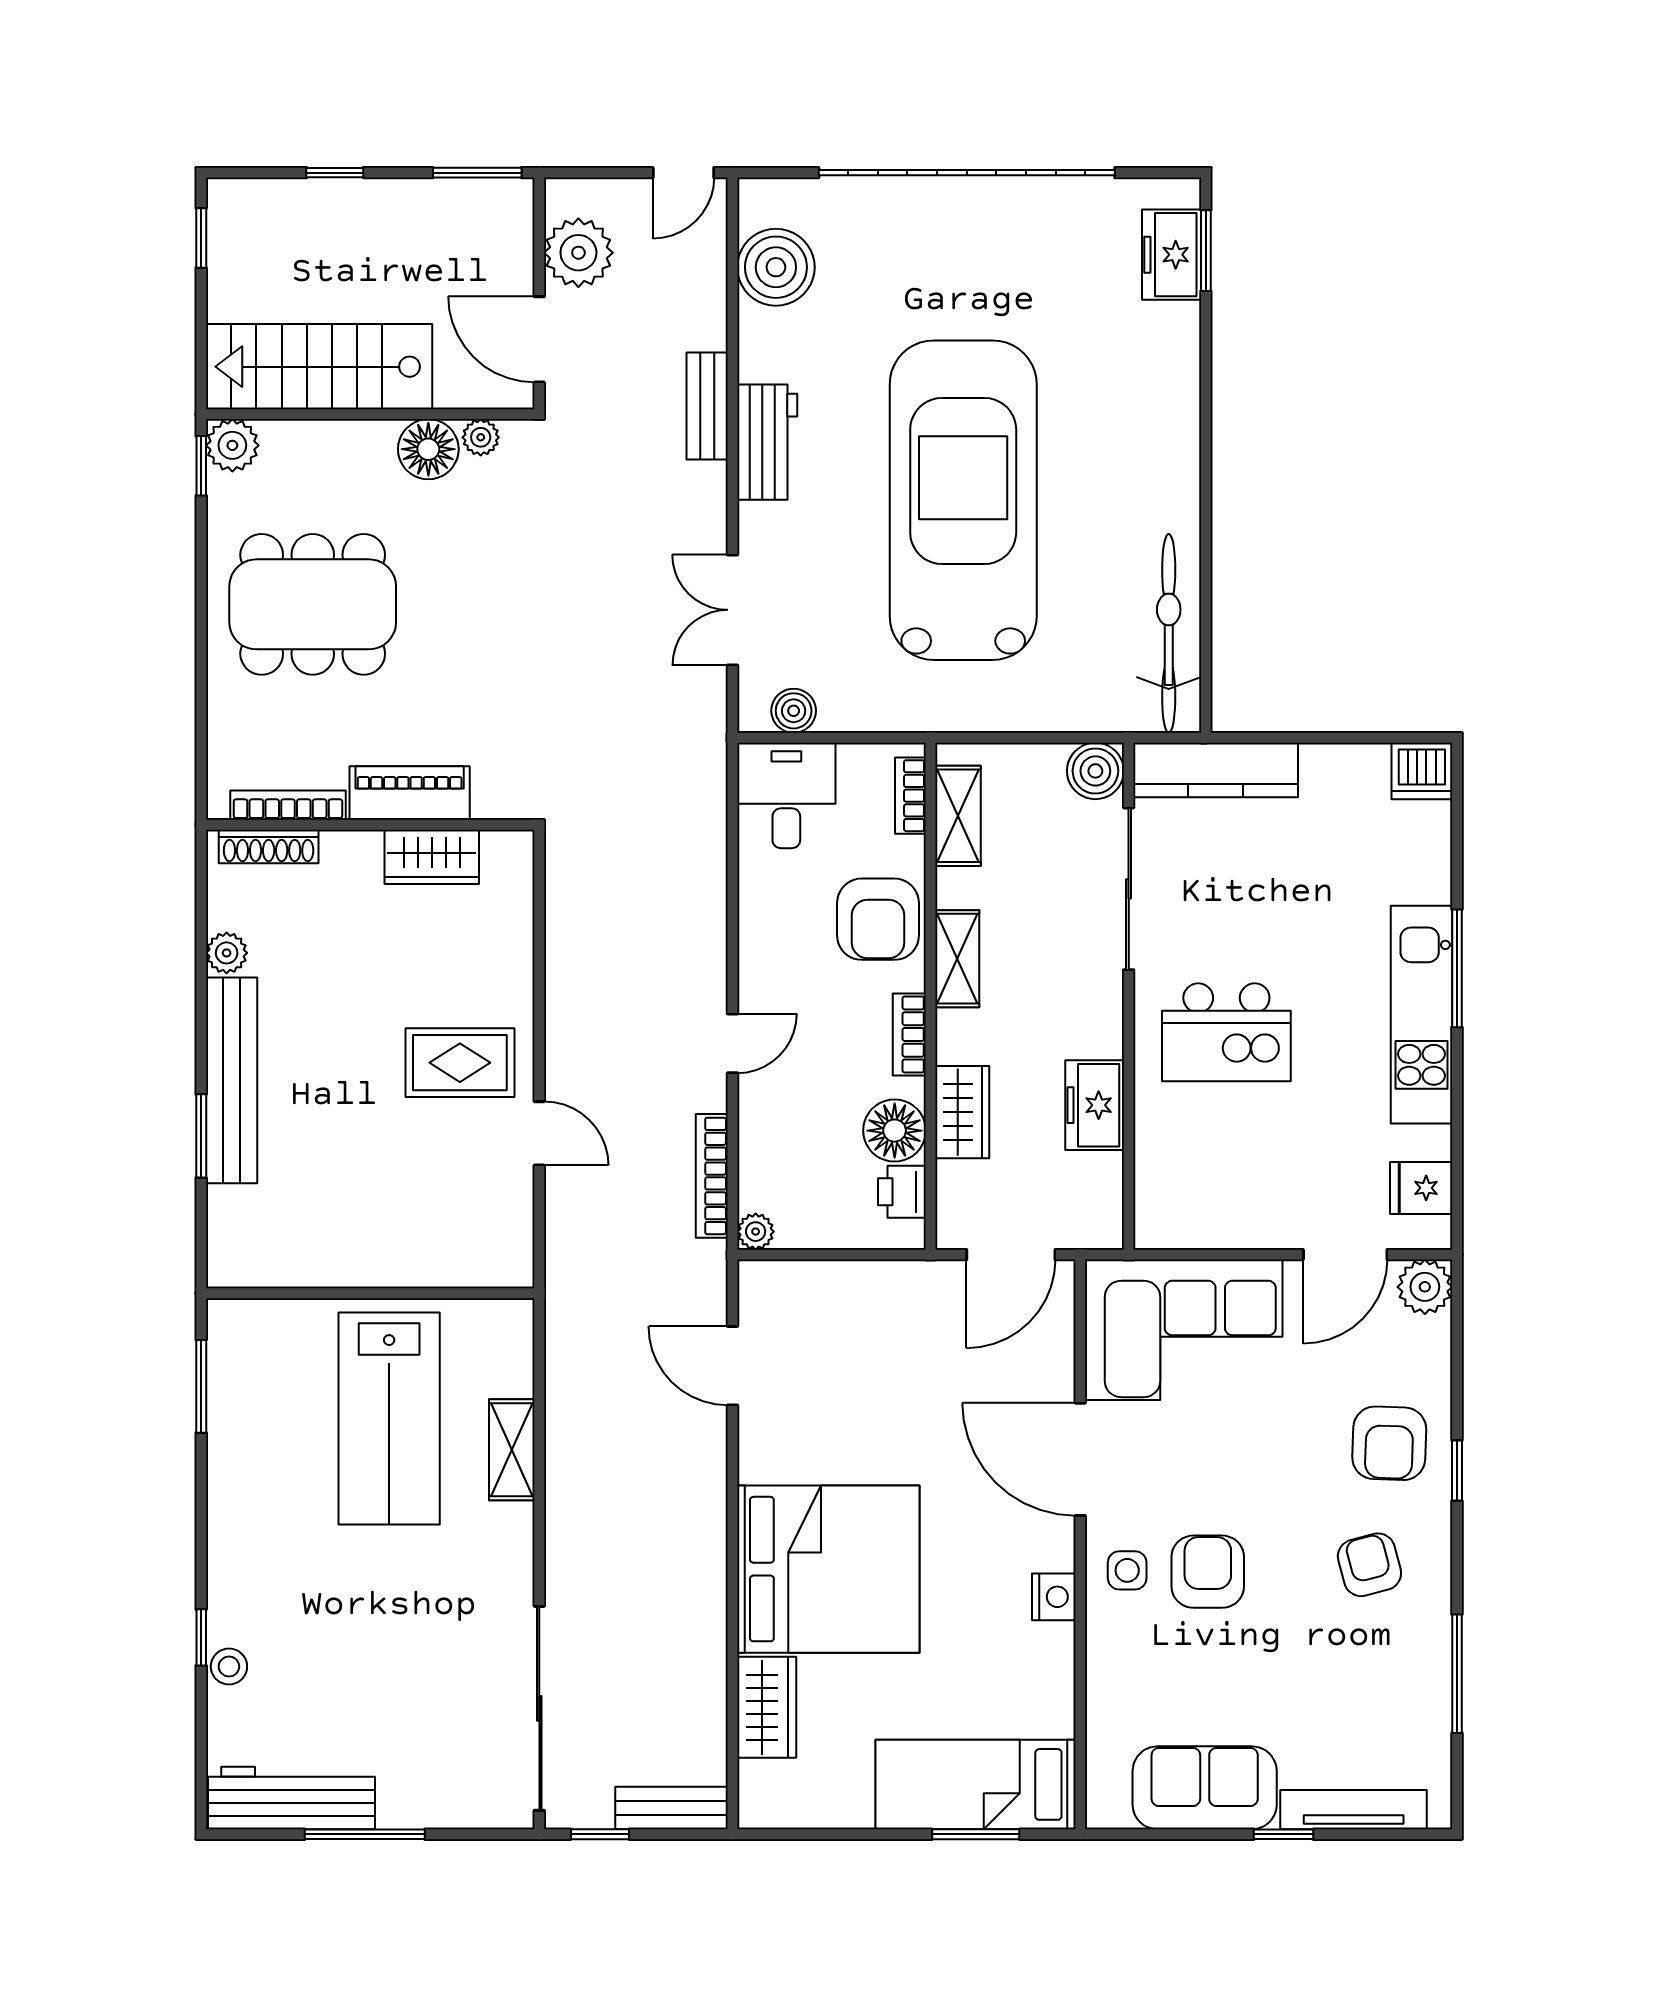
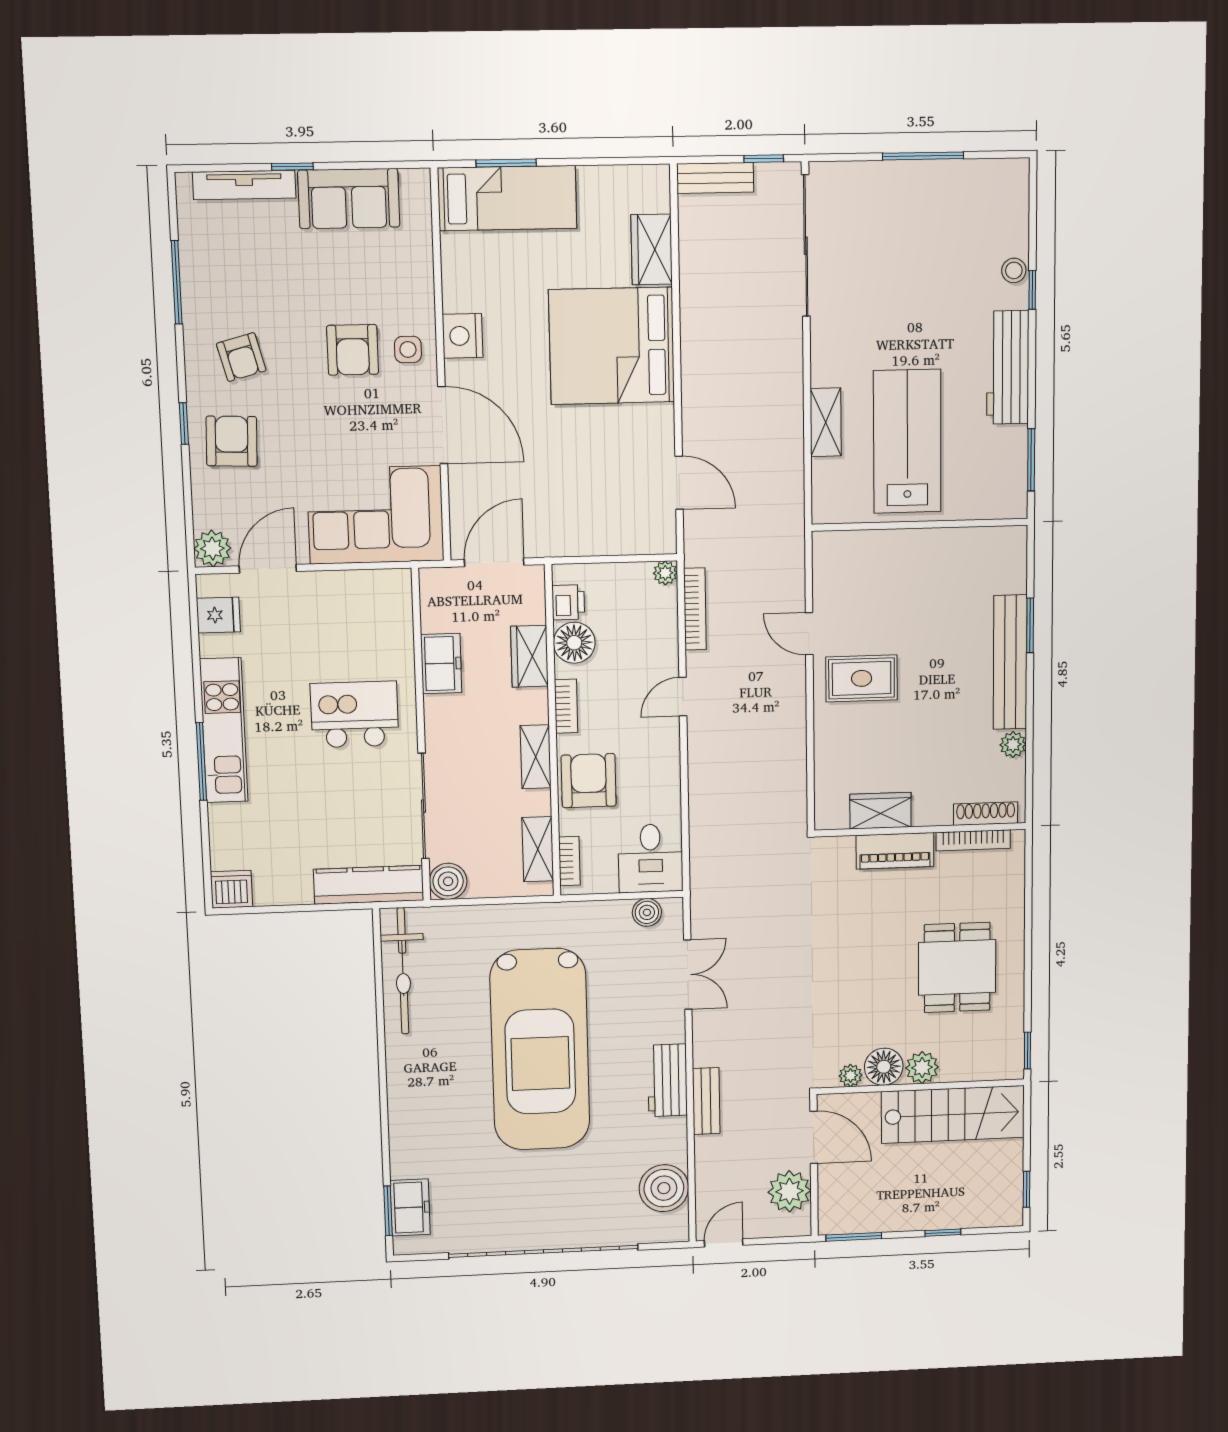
plant: (232, 445) -> (922, 1068), moved
dining table: (313, 604) -> (957, 967), width x0.73
nightstand: (1054, 1597) -> (463, 336), width x1.36, depth x1.33
workbench: (292, 1798) -> (1008, 367), moved, turned 90

